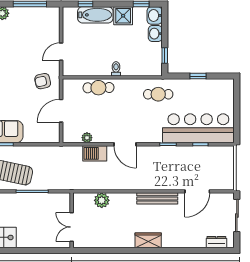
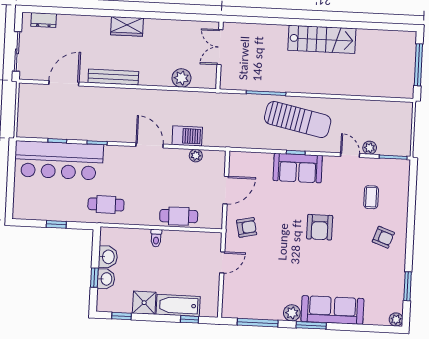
washbasin: (155, 15) -> (108, 257), moved
window: (165, 55) -> (94, 278), moved
double door: (72, 227) -> (220, 47), swing flipped

